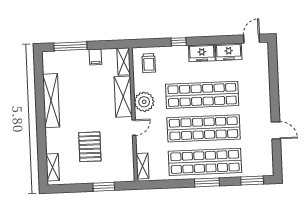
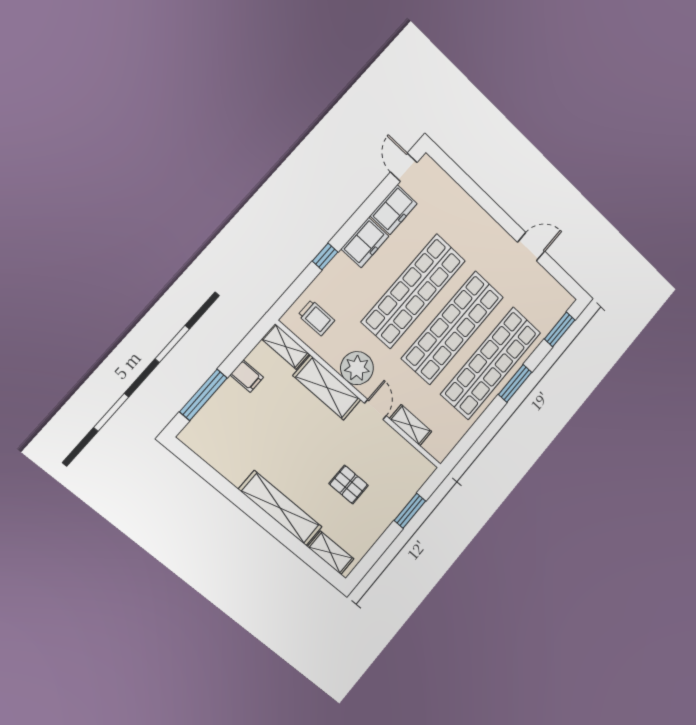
shelving: (51, 101) -> (280, 508), moved
pallet: (90, 147) -> (349, 485), width x0.67, depth x0.71
shelving: (143, 166) -> (410, 425), moved

